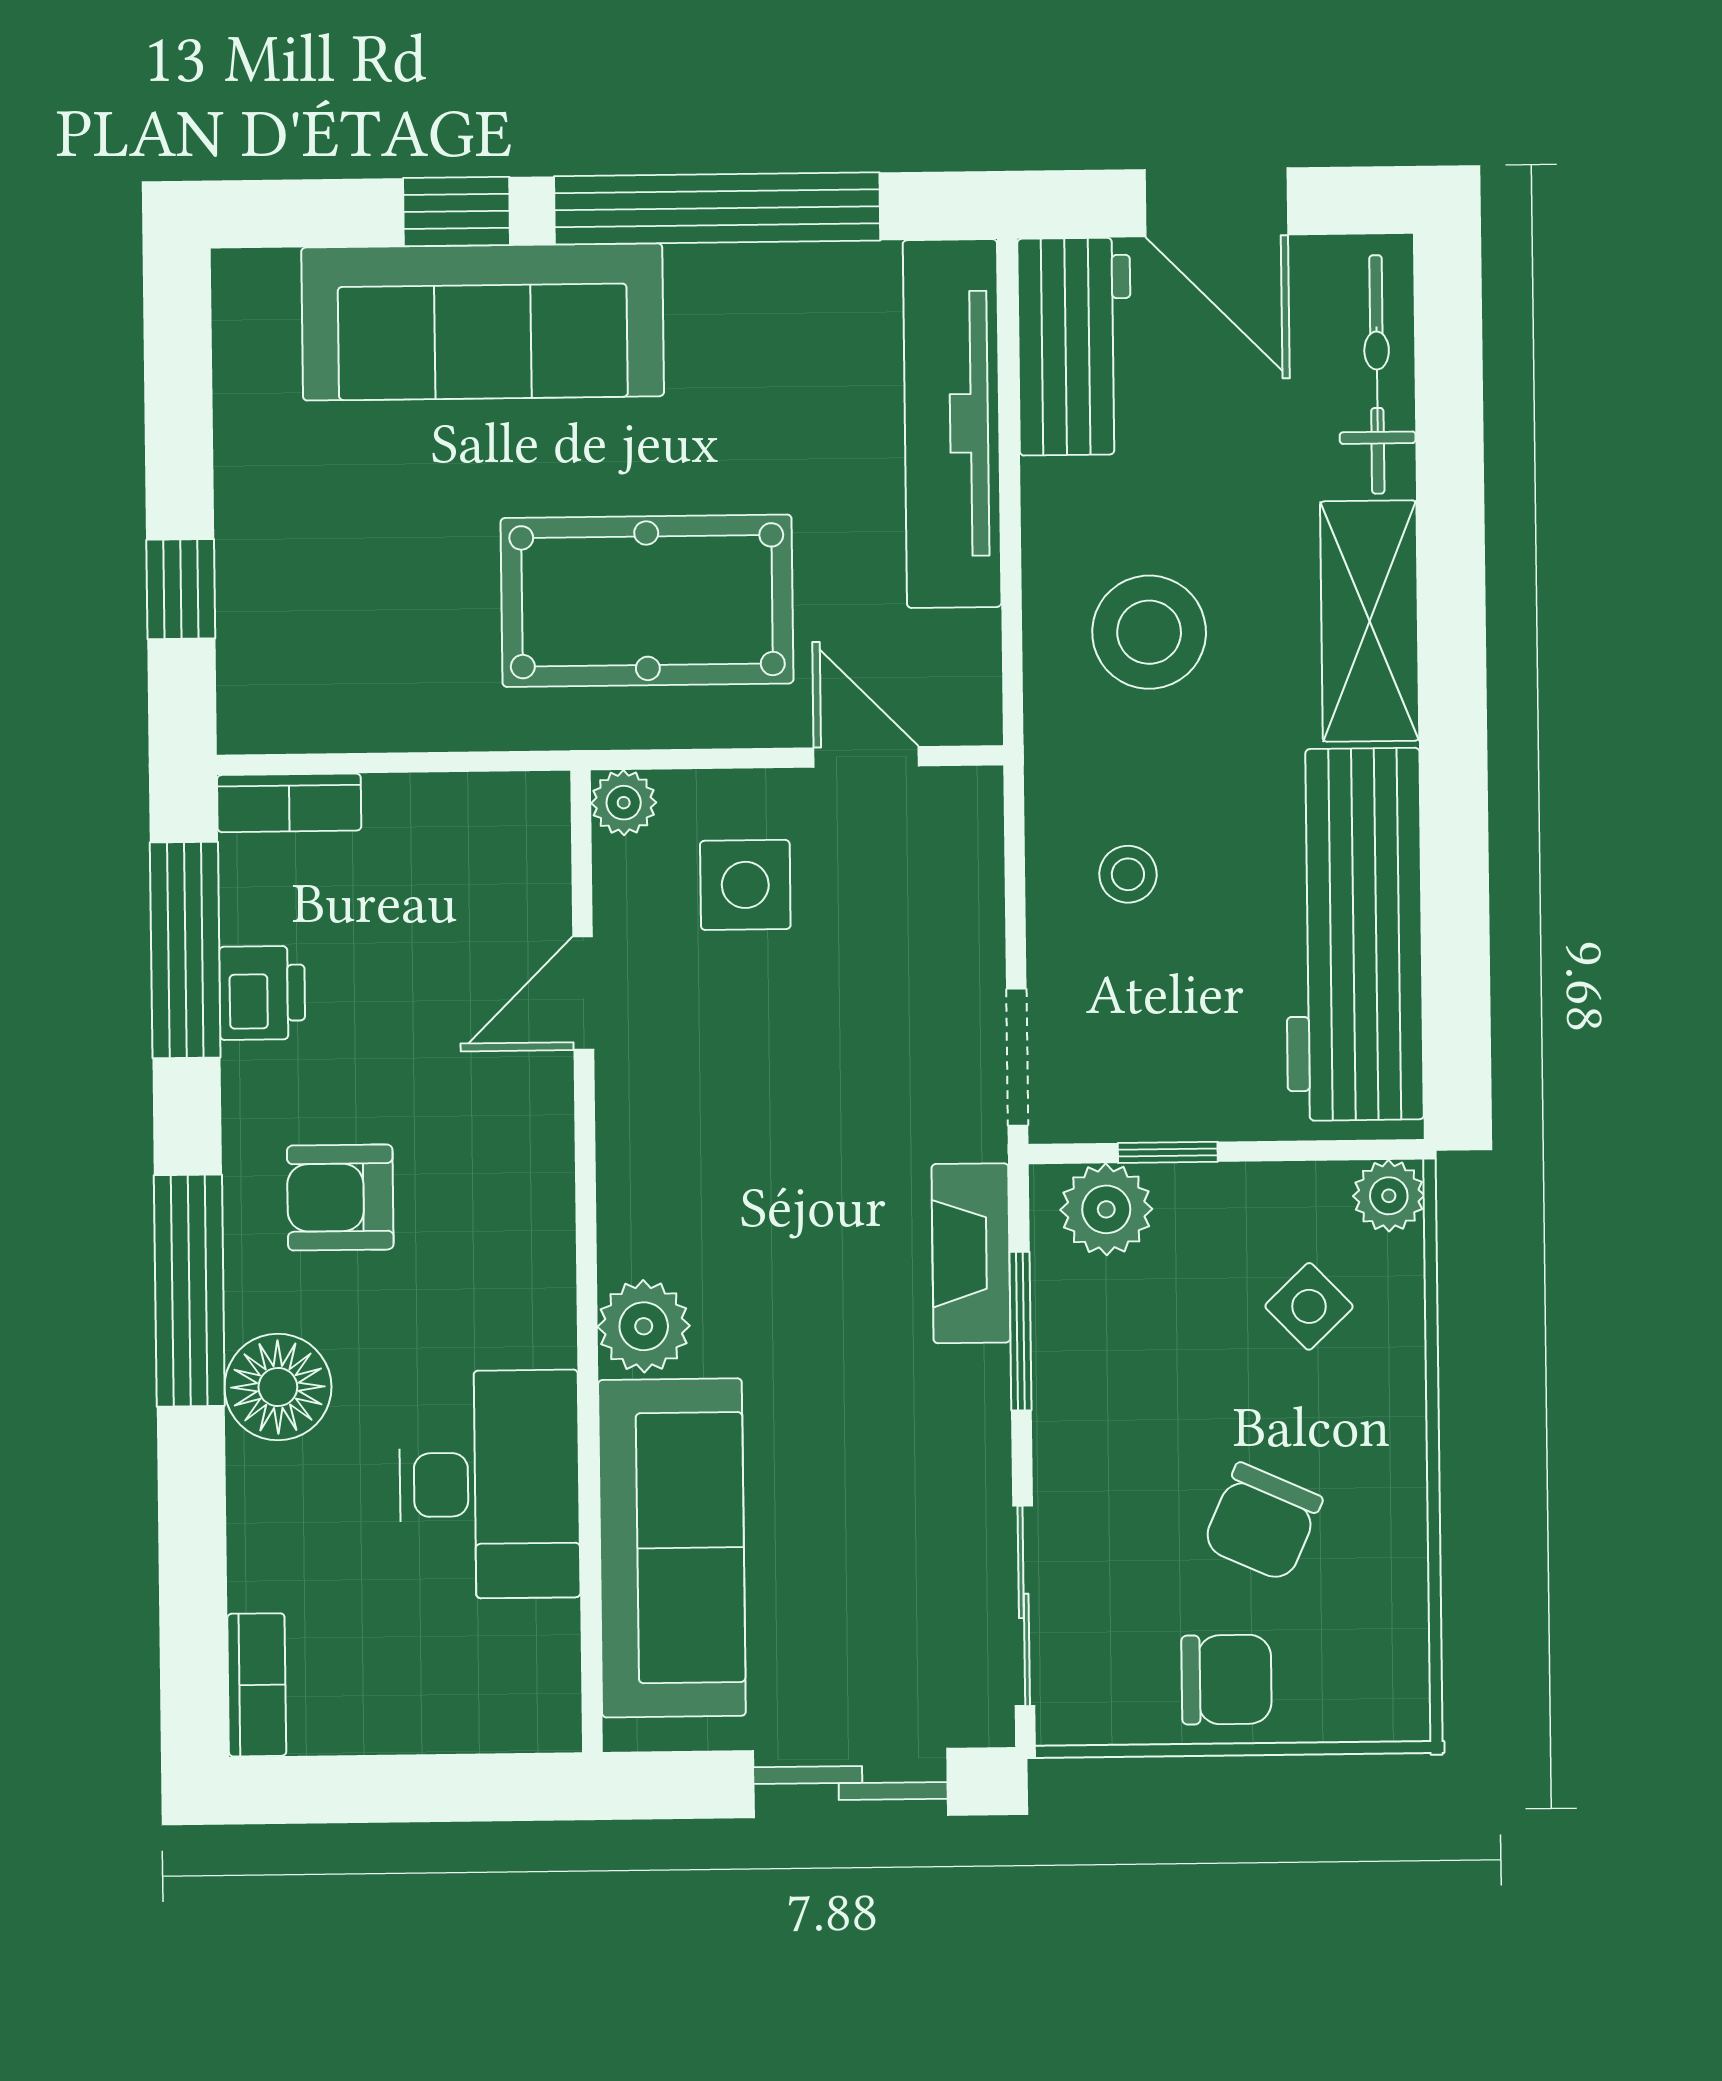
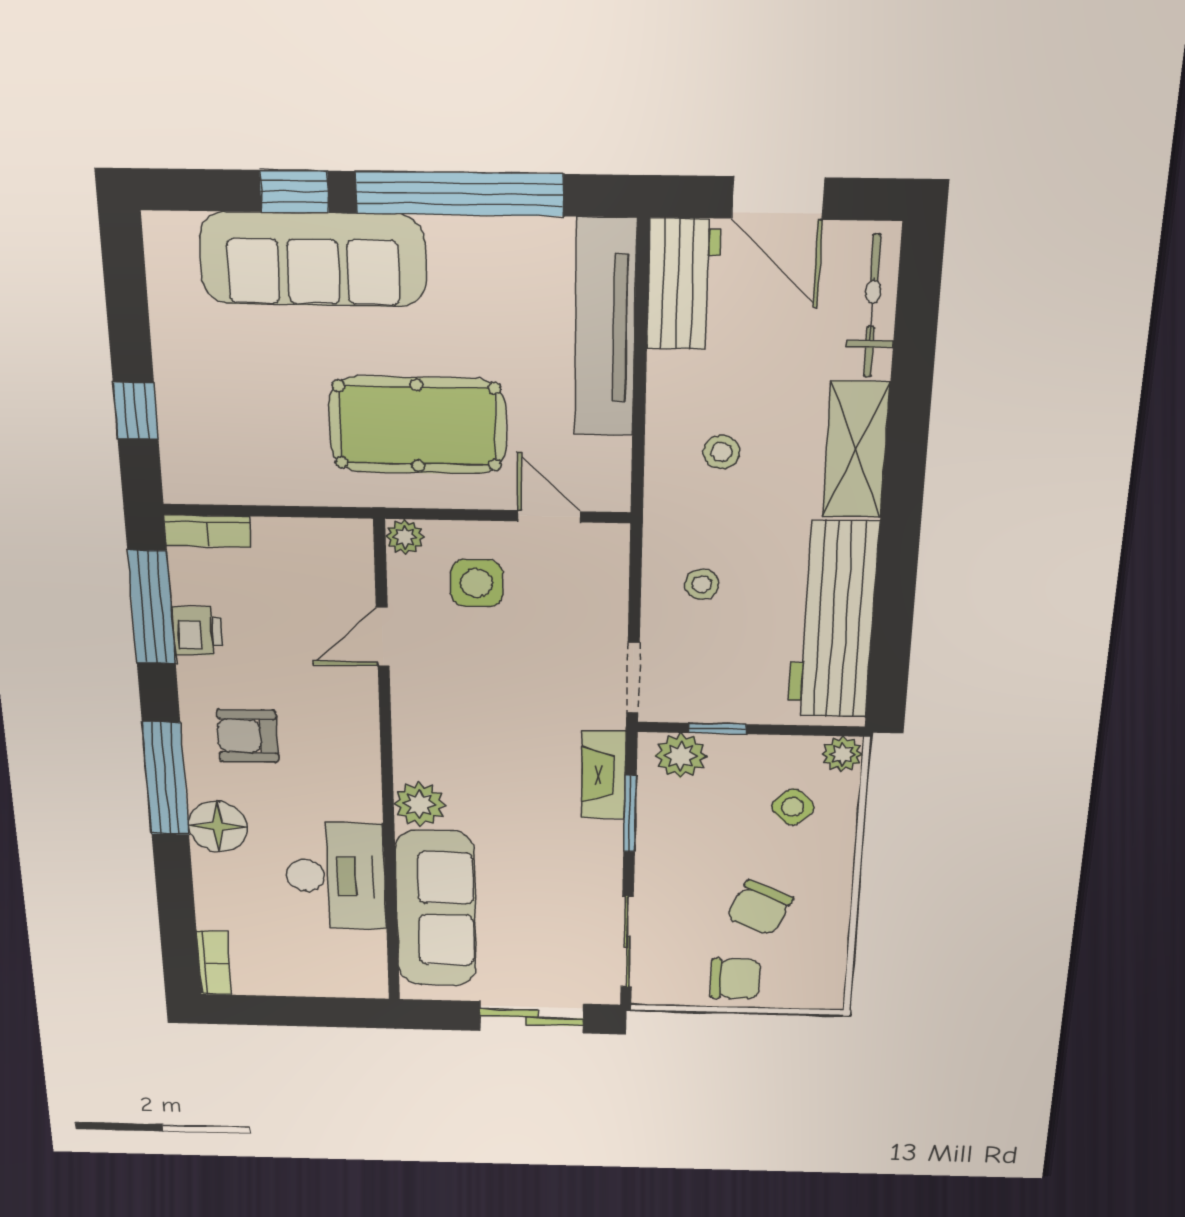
stool: (1149, 632) -> (721, 452), width x0.53, depth x0.53

